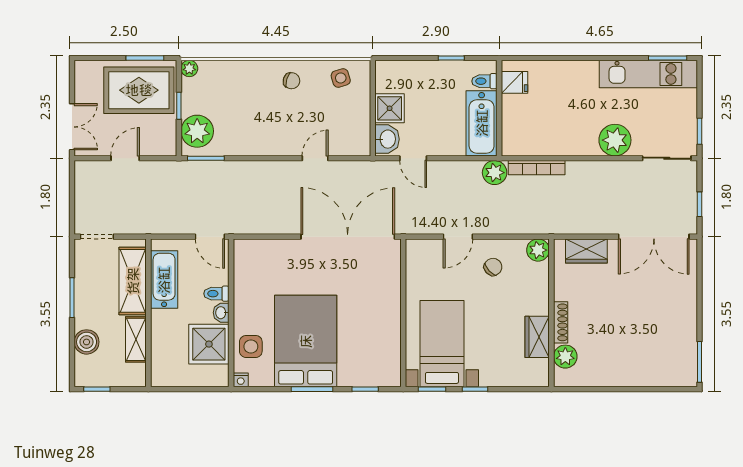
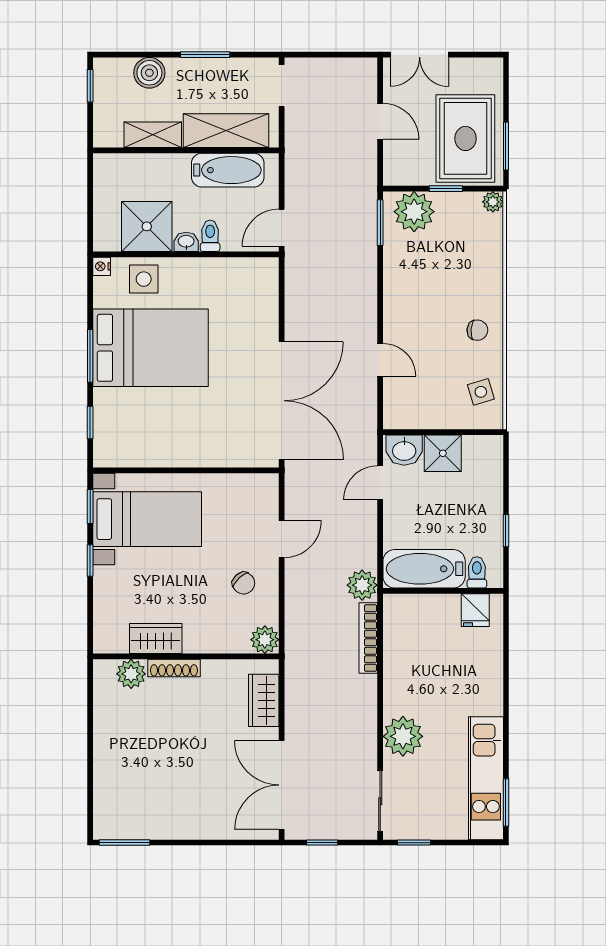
chair: (292, 81) -> (477, 330), turned -102
door: (458, 237) -> (282, 539), swing flipped

